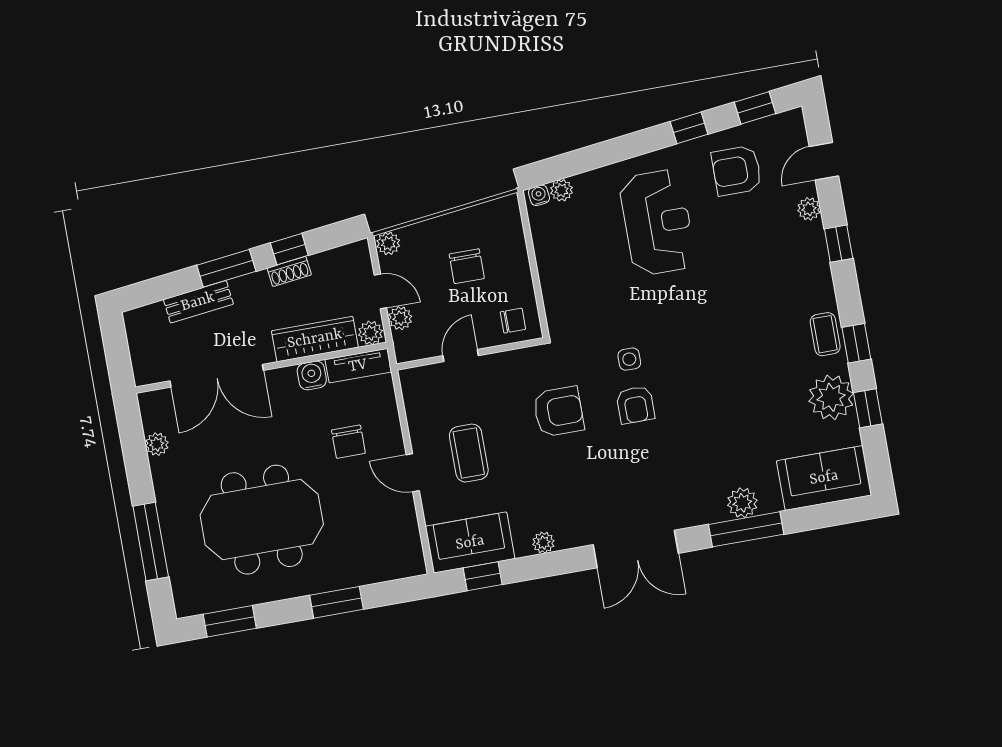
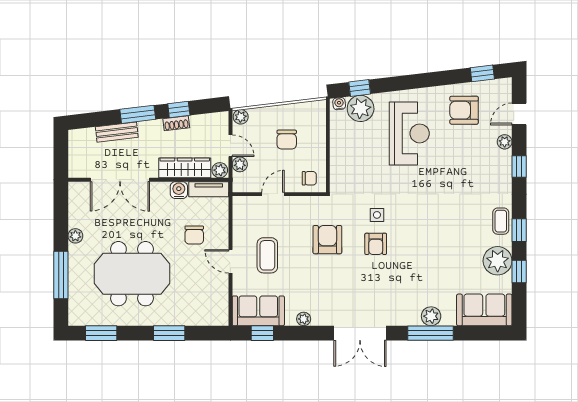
window: (689, 128) -> (360, 88), moved
plant: (562, 190) -> (361, 108), width x1.88, depth x1.88
armchair: (559, 412) -> (327, 240), turned -90
plant: (157, 444) -> (75, 236), moved

